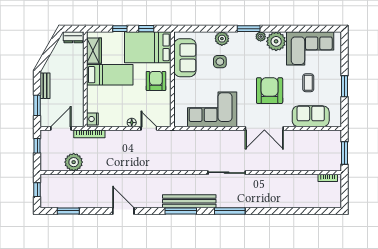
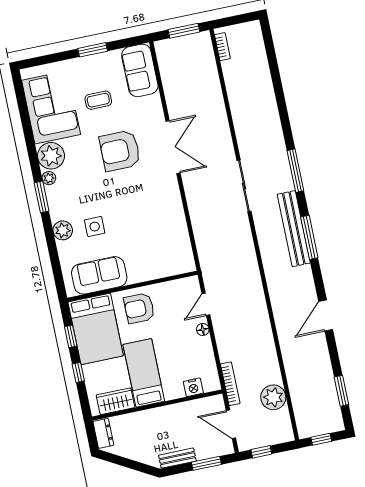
corner sofa: (212, 109) -> (162, 223), removed
sofa: (311, 116) -> (140, 70), moved
nightstand: (92, 119) -> (193, 387), moved

